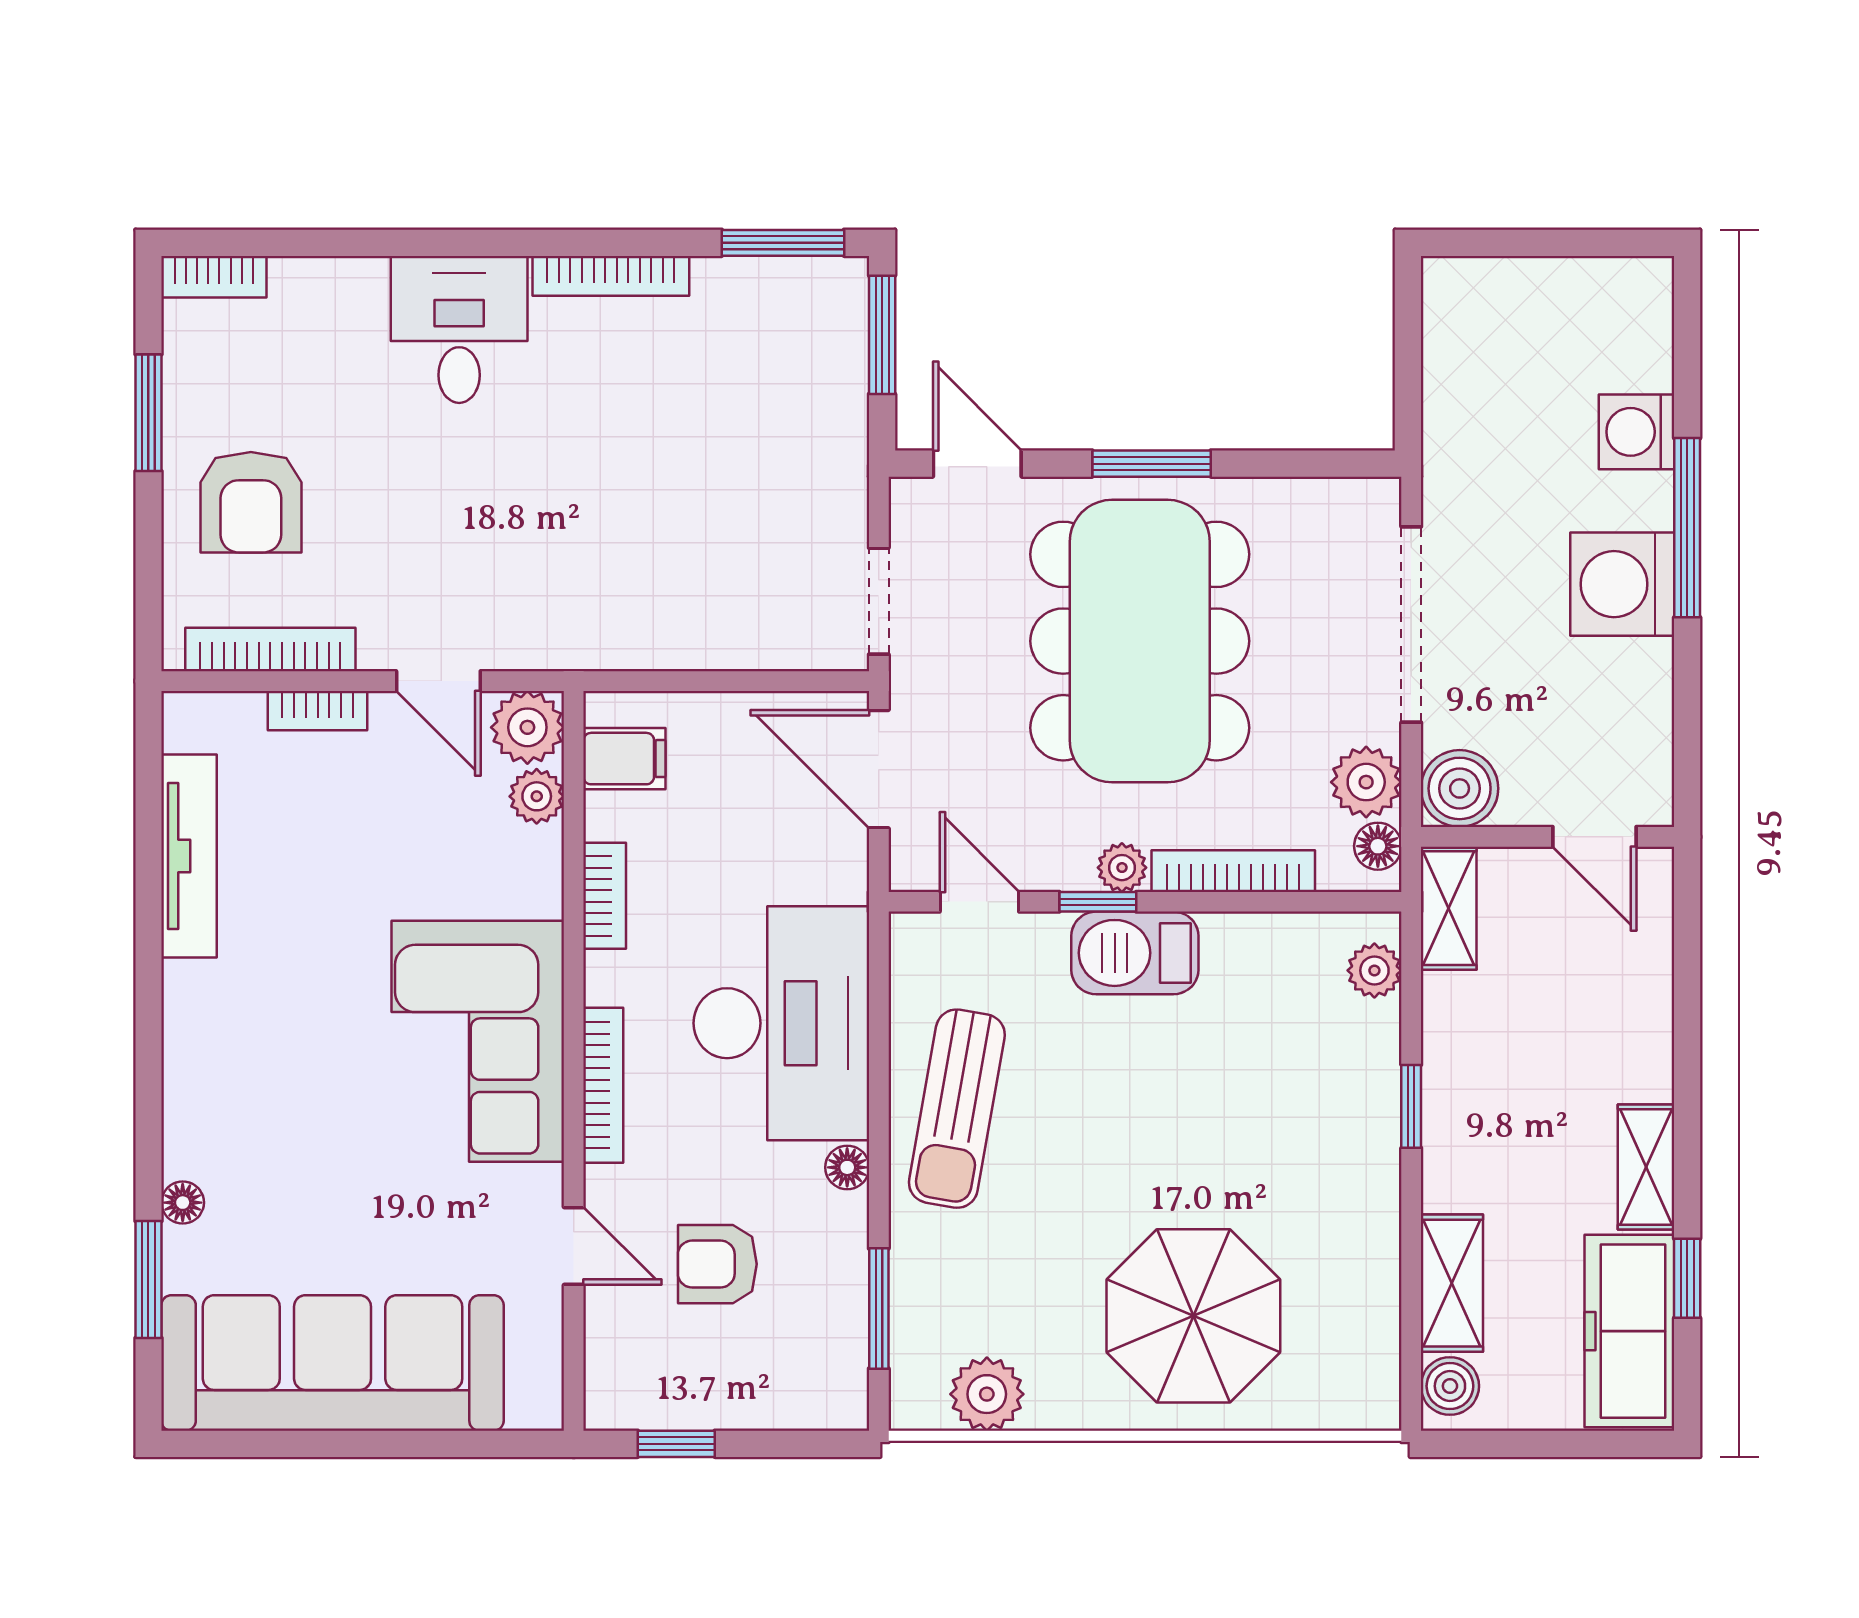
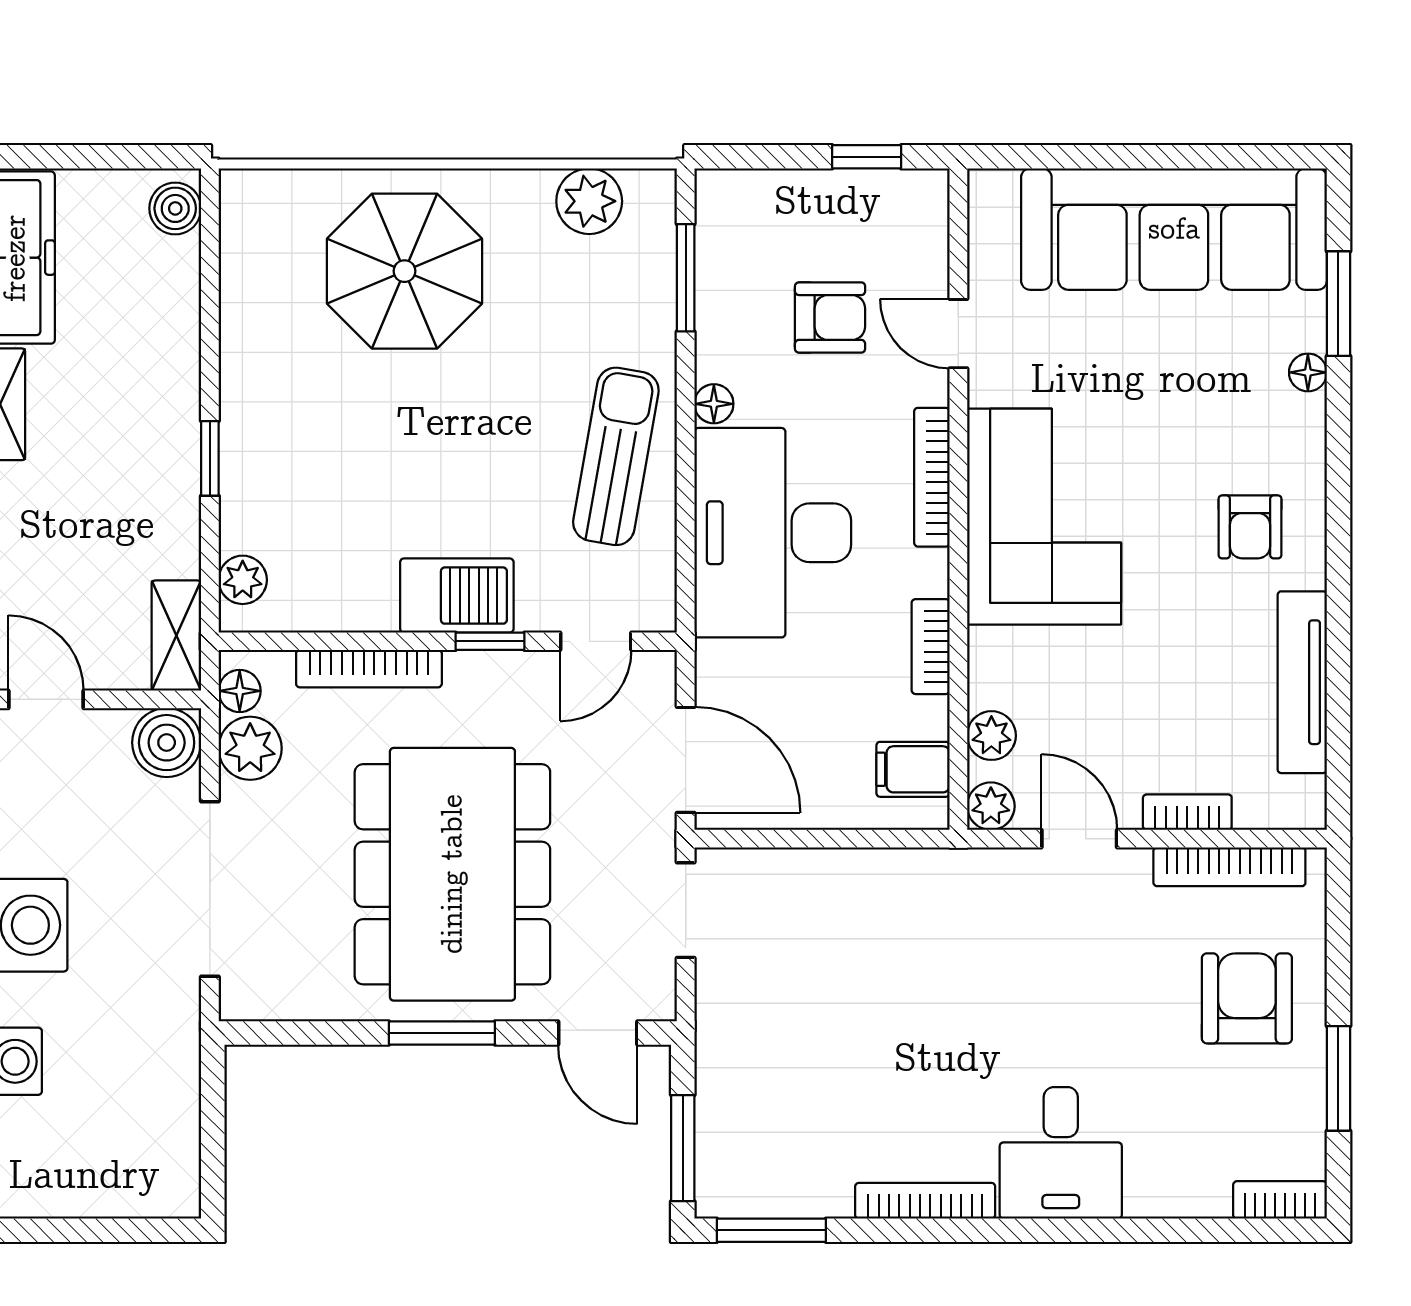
plant: (527, 727) -> (991, 806), width x0.73, depth x0.73
plant: (1122, 868) -> (468, 672), removed
door: (979, 902) -> (596, 641), hinge flipped
armchair: (247, 1030) -> (1250, 527), added
shelving: (1452, 1283) -> (173, 300), removed

